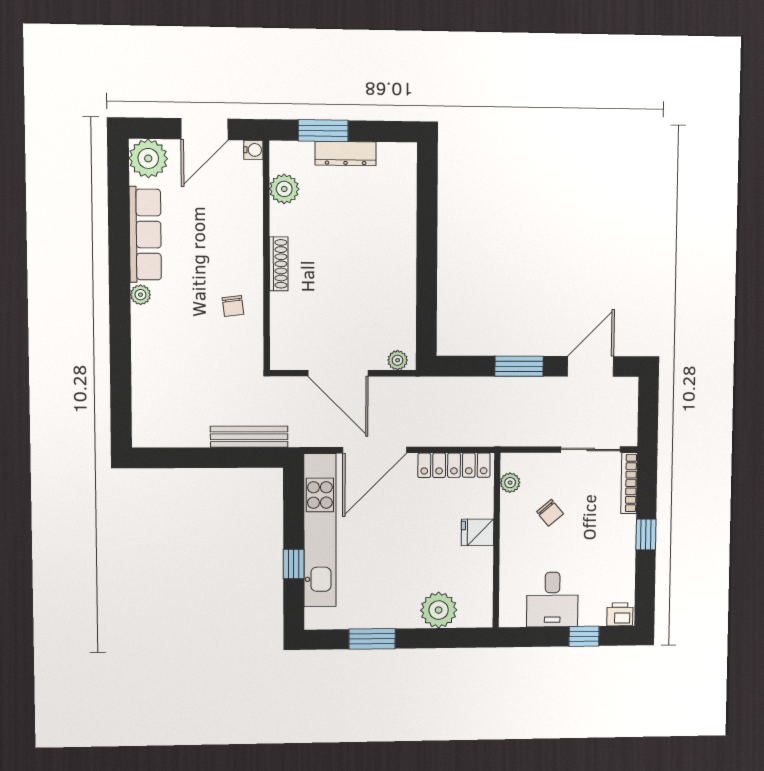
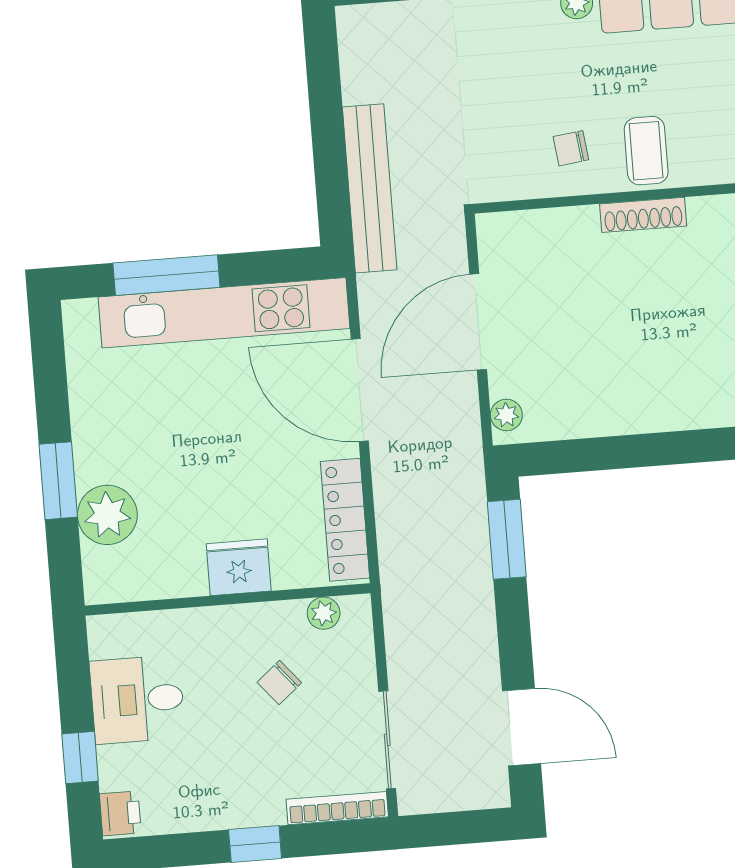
coffee table: (238, 258) -> (646, 151), added
window: (519, 366) -> (507, 539), moved
bench: (249, 437) -> (370, 188), width x1.37, depth x1.21
fridge: (478, 532) -> (239, 567), width x1.38
window: (294, 564) -> (166, 275), width x2.17
window: (372, 639) -> (58, 481), moved

